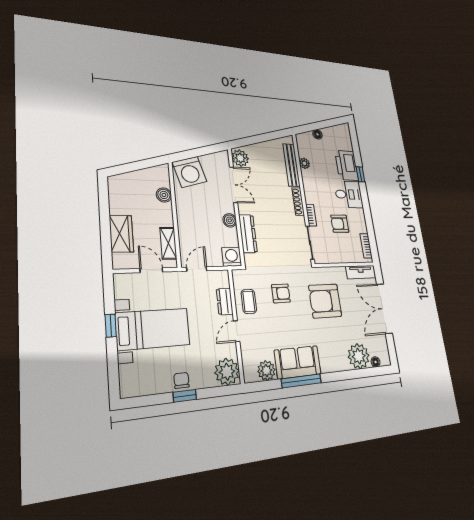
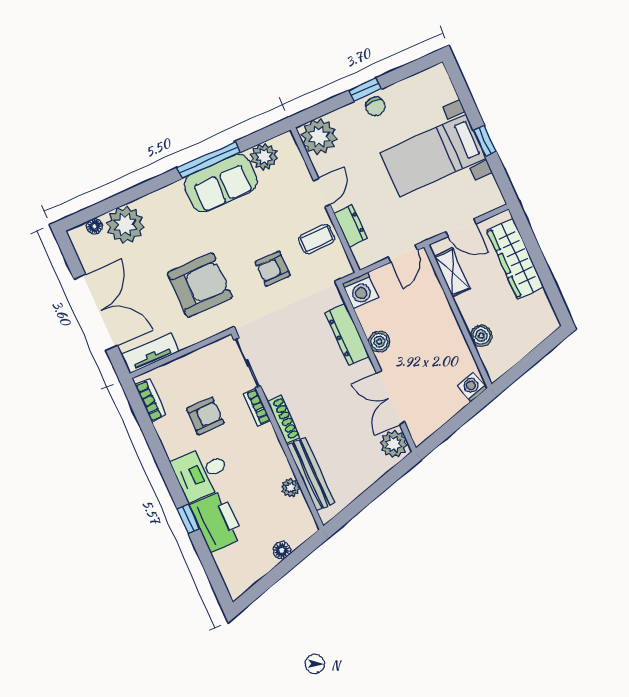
washing machine: (190, 172) -> (472, 387), width x0.53, depth x0.53
wardrobe: (121, 234) -> (515, 259), width x1.50
coffee table: (249, 301) -> (317, 239), turned 90

